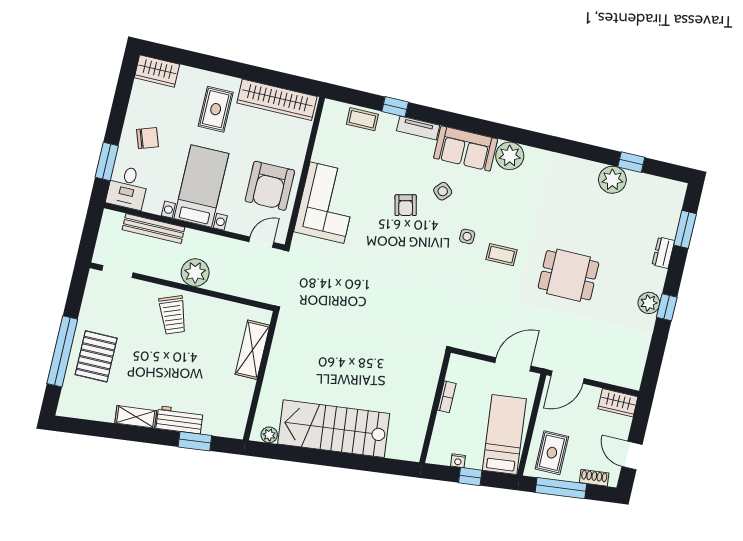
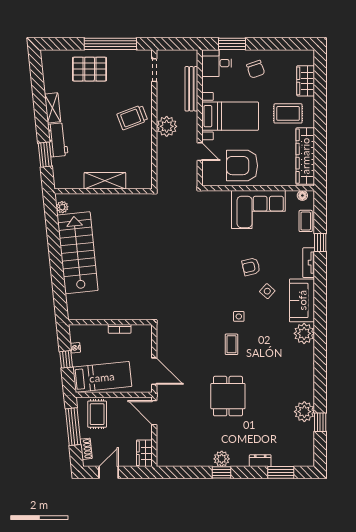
wardrobe: (157, 71) -> (306, 81), moved
floor lamp: (328, 116) -> (302, 195), added
corner sofa: (327, 203) -> (258, 210), moved
door: (261, 242) -> (200, 152), moved
shelving: (252, 350) -> (105, 181), moved
window: (62, 351) -> (110, 44), moved
rug: (552, 453) -> (97, 414), turned 90

